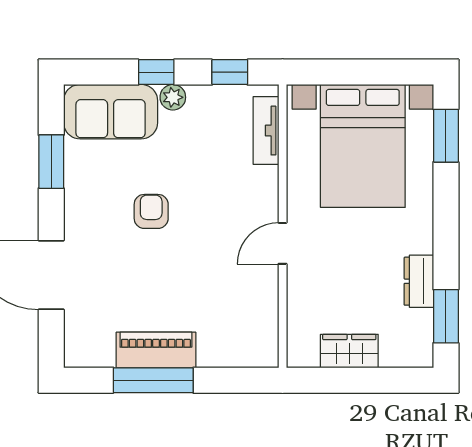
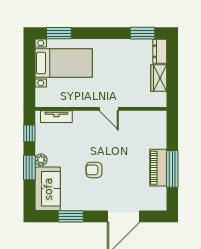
window: (156, 72) -> (29, 168), width x1.50
bed with nightstands: (363, 146) -> (64, 63), width x0.73
dresser: (419, 281) -> (160, 51), moved, turned 90

